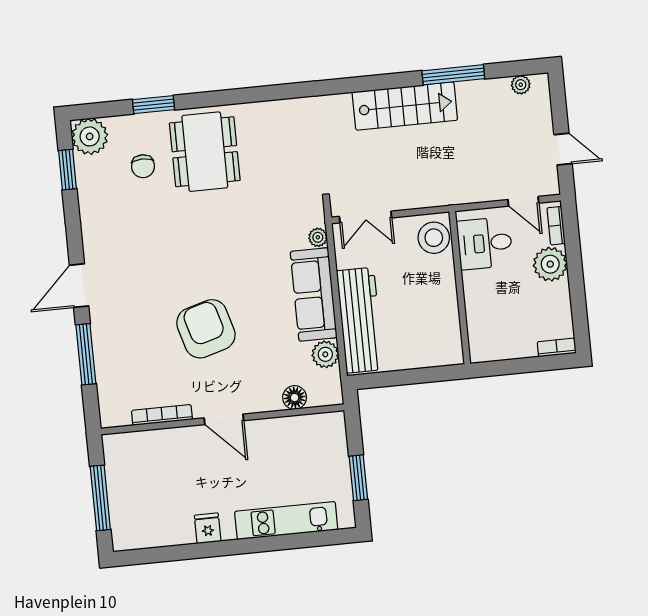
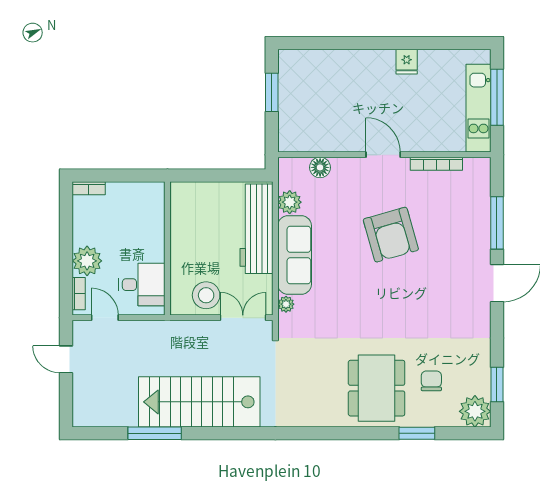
plant: (521, 85) -> (97, 419), removed
stairs: (405, 106) -> (199, 402), width x1.36, depth x1.51
stool: (434, 238) -> (206, 295), moved
kitchen unit: (286, 521) -> (478, 108), moved, turned 90

